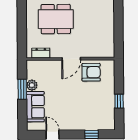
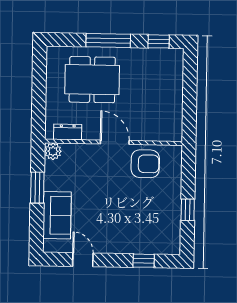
door: (71, 59) -> (115, 142), swing flipped
plant: (32, 85) -> (53, 151), moved

